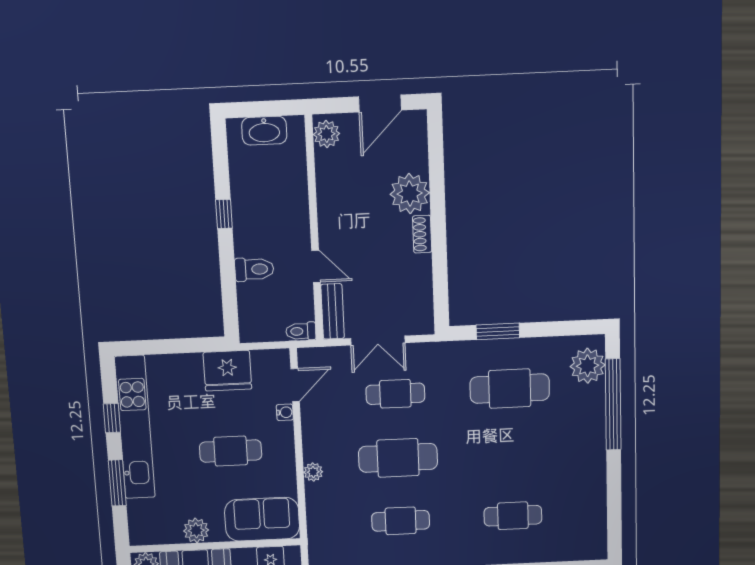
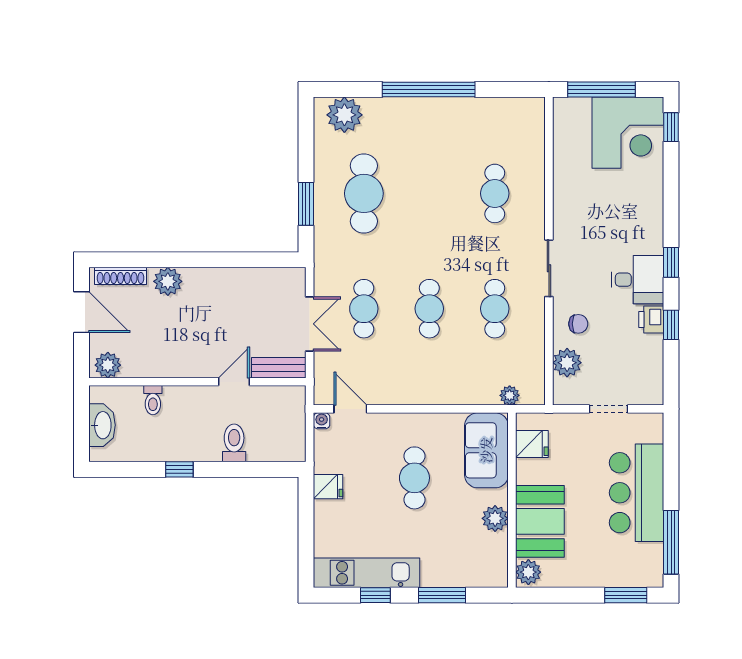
plant: (410, 194) -> (168, 281), width x0.73, depth x0.73
shoe rack: (422, 234) -> (120, 276), moved, width x1.43
toilet: (301, 331) -> (153, 400), moved
fridge: (227, 371) -> (328, 487), width x0.53, depth x0.75
window: (613, 404) -> (429, 90), moved
water cooler: (285, 412) -> (322, 421), moved
kitchen unit: (135, 427) -> (367, 573), width x0.73
cafe table: (398, 458) -> (429, 309), width x0.73, depth x0.74
plant: (313, 472) -> (510, 395), moved

